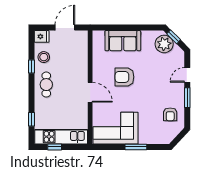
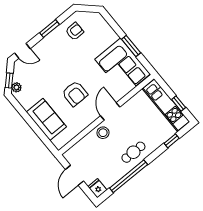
door: (65, 28) -> (74, 175), hinge flipped
plant: (164, 44) -> (16, 87), width x0.53, depth x0.53
stool: (44, 57) -> (103, 133), moved
window: (32, 67) -> (129, 176), width x3.17
door: (187, 75) -> (22, 51), moved
window: (136, 147) -> (131, 46), moved

